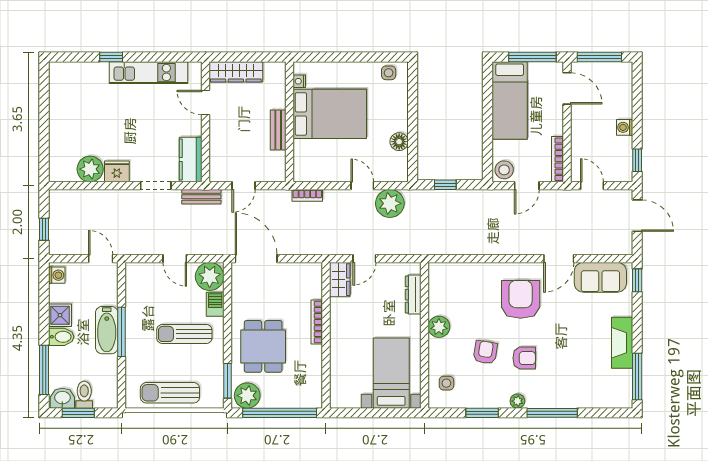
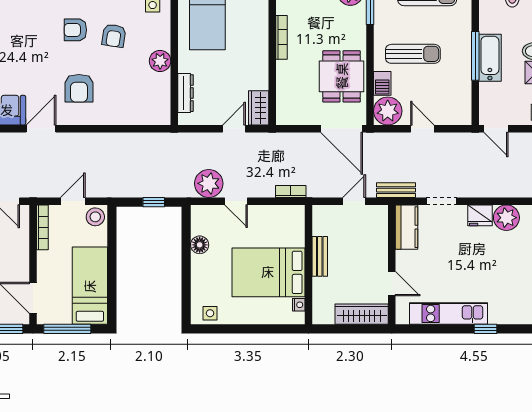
armchair: (521, 299) -> (79, 88), width x0.73, depth x0.73
bookcase: (317, 322) -> (281, 37), moved
dining table: (263, 346) -> (342, 76), moved

